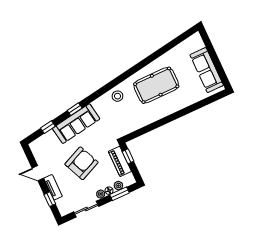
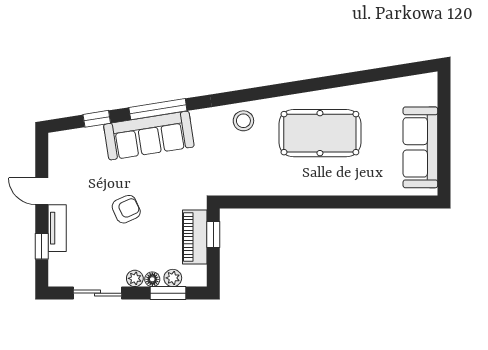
window: (75, 109) -> (158, 109), width x2.17
armchair: (81, 163) -> (126, 209), width x0.53, depth x0.53

